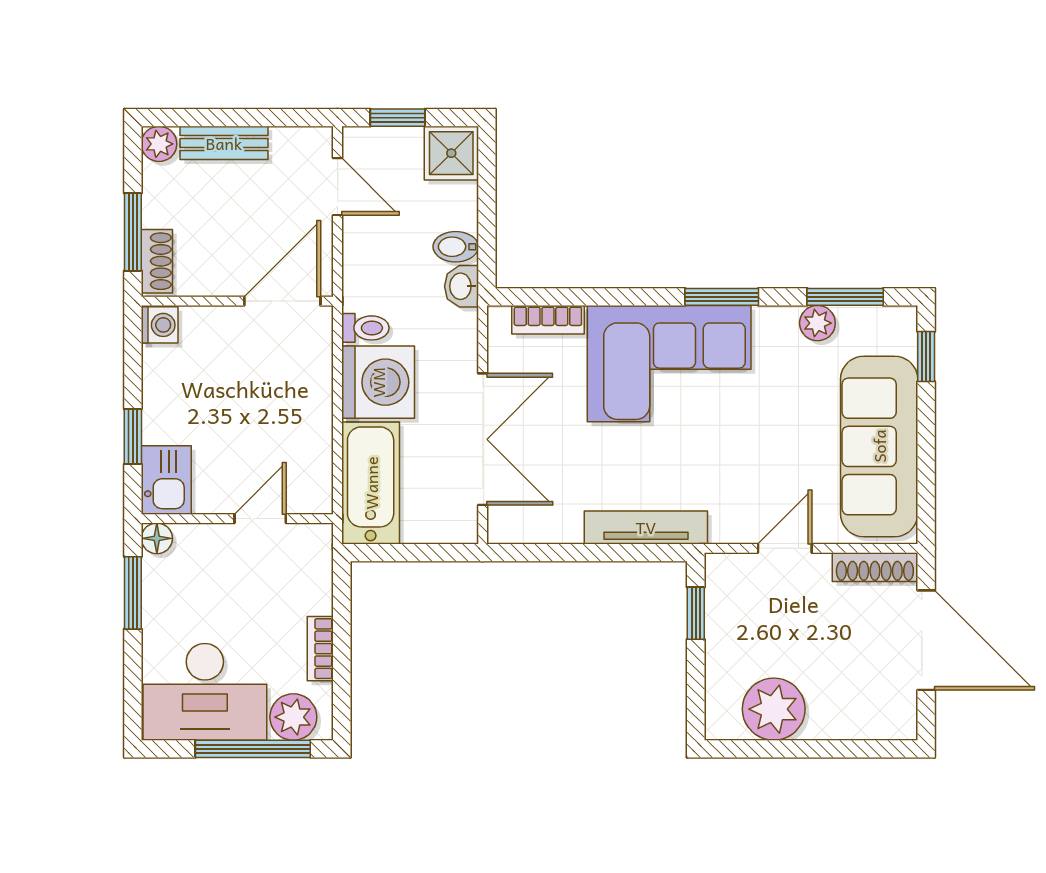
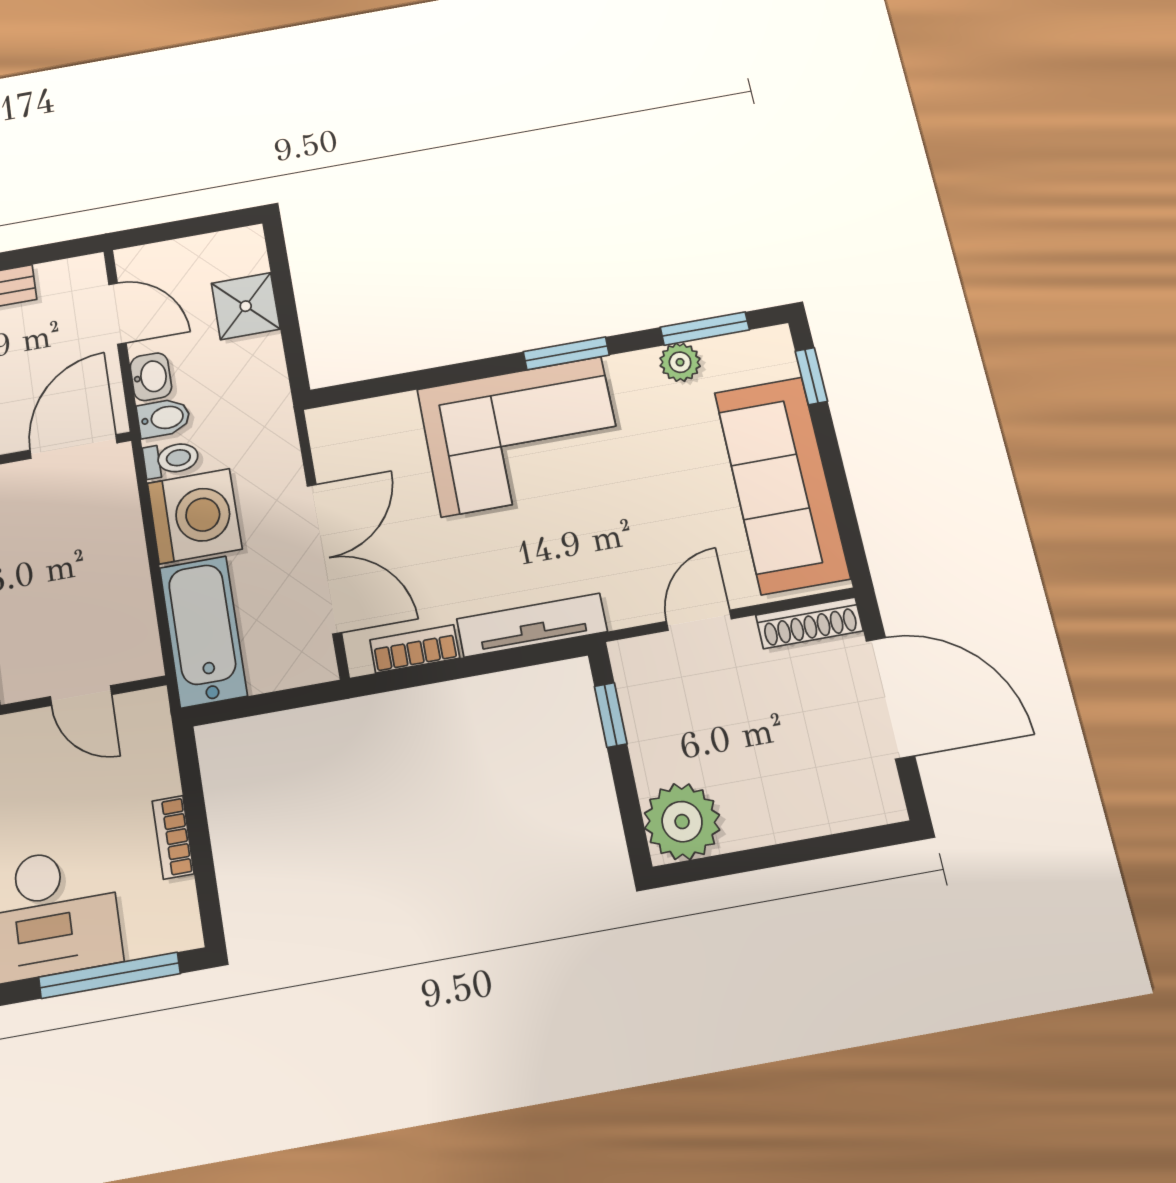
window: (398, 118) -> (173, 231), removed
shower: (451, 153) -> (246, 306), moved
bidet: (456, 247) -> (164, 418), moved, turned 180
washbasin: (461, 286) -> (151, 377), moved, turned 180
bookcase: (548, 320) -> (415, 649), moved, turned 180
door: (260, 519) -> (81, 696), swing flipped
plant: (774, 709) -> (682, 822), moved
plant: (293, 717) -> (153, 927), removed

